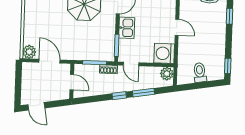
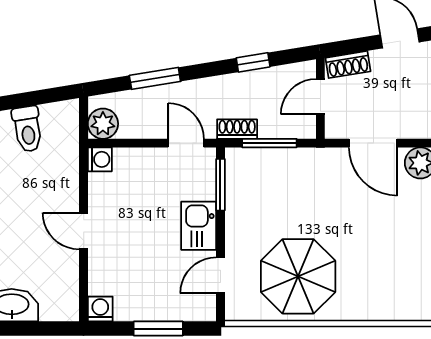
washing machine: (164, 53) -> (100, 159), width x0.53, depth x0.53
door: (72, 82) -> (320, 97), hinge flipped
shoe rack: (59, 96) -> (348, 65), added
window: (119, 96) -> (253, 62), moved

